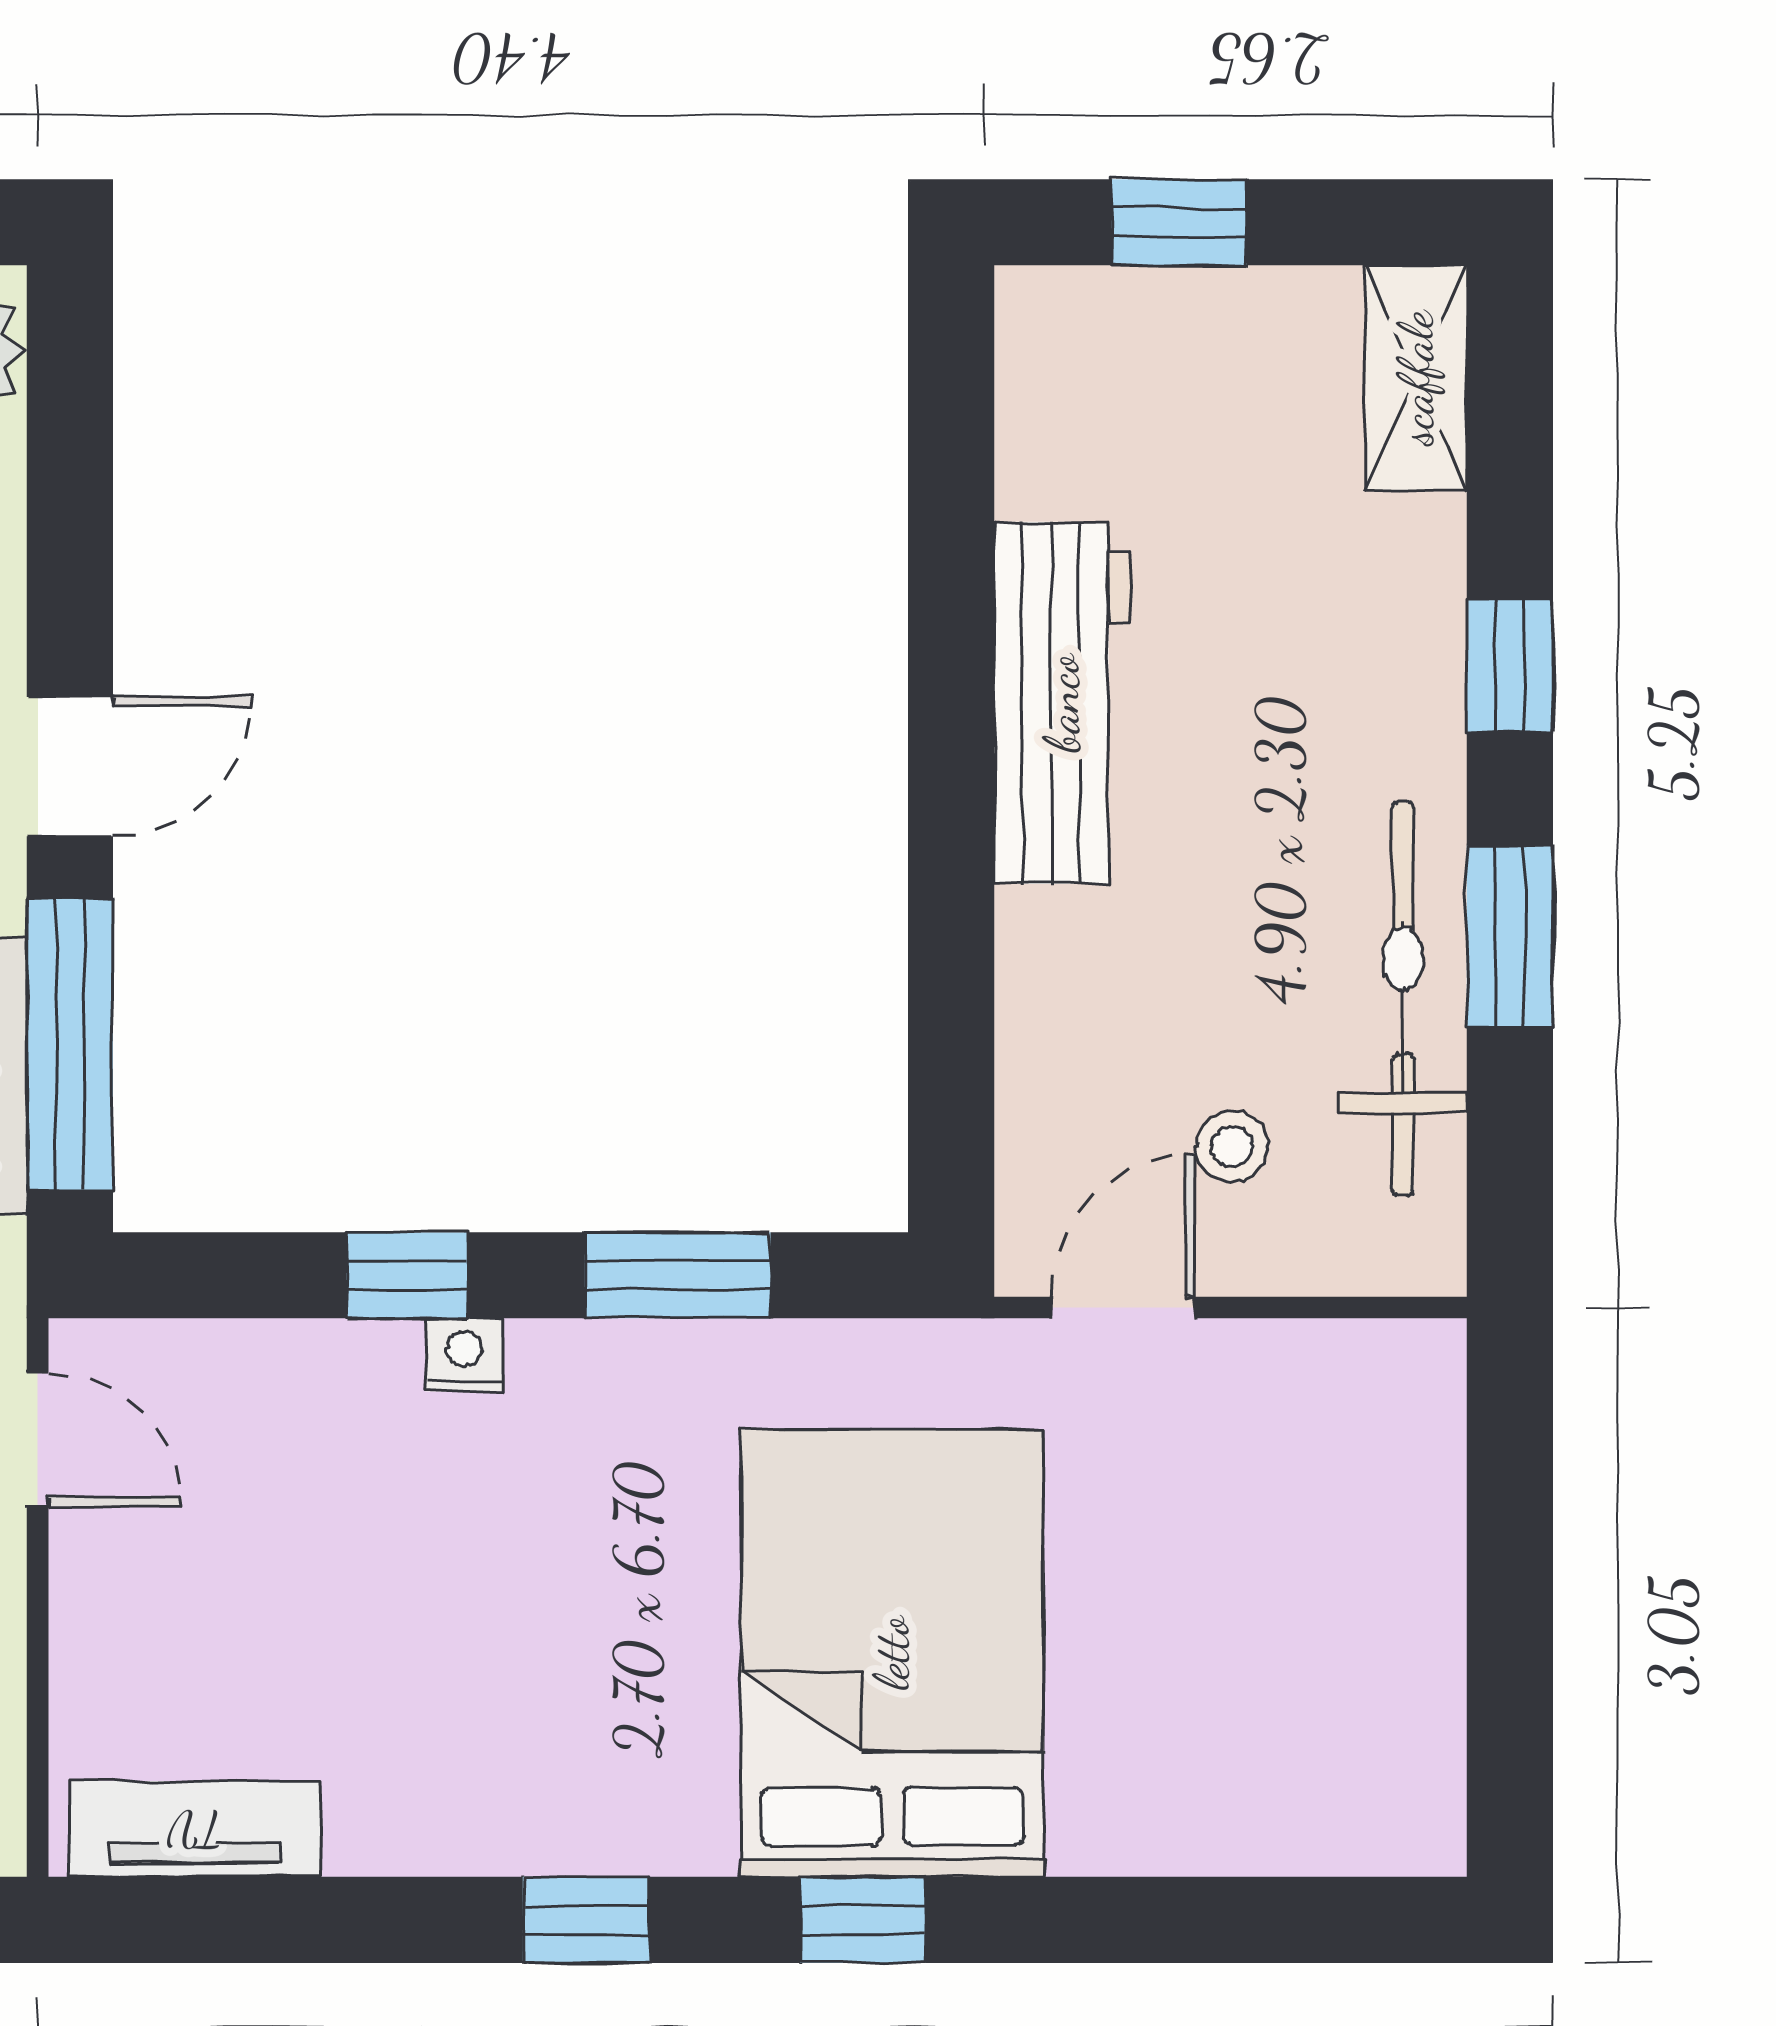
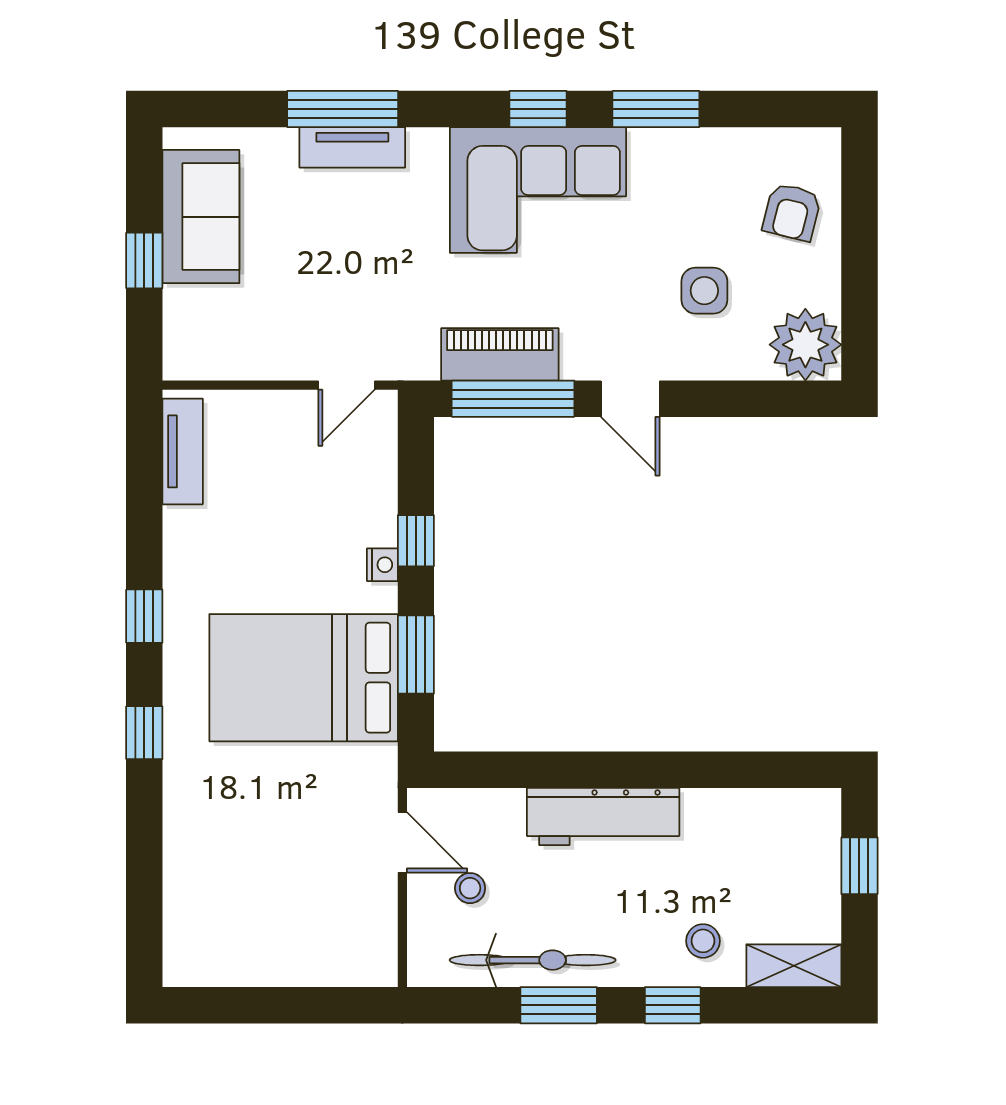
stool: (1357, 594) -> (703, 941), added
workbench: (1062, 703) -> (603, 817), moved
bed: (892, 1653) -> (304, 678), moved, turned 180

